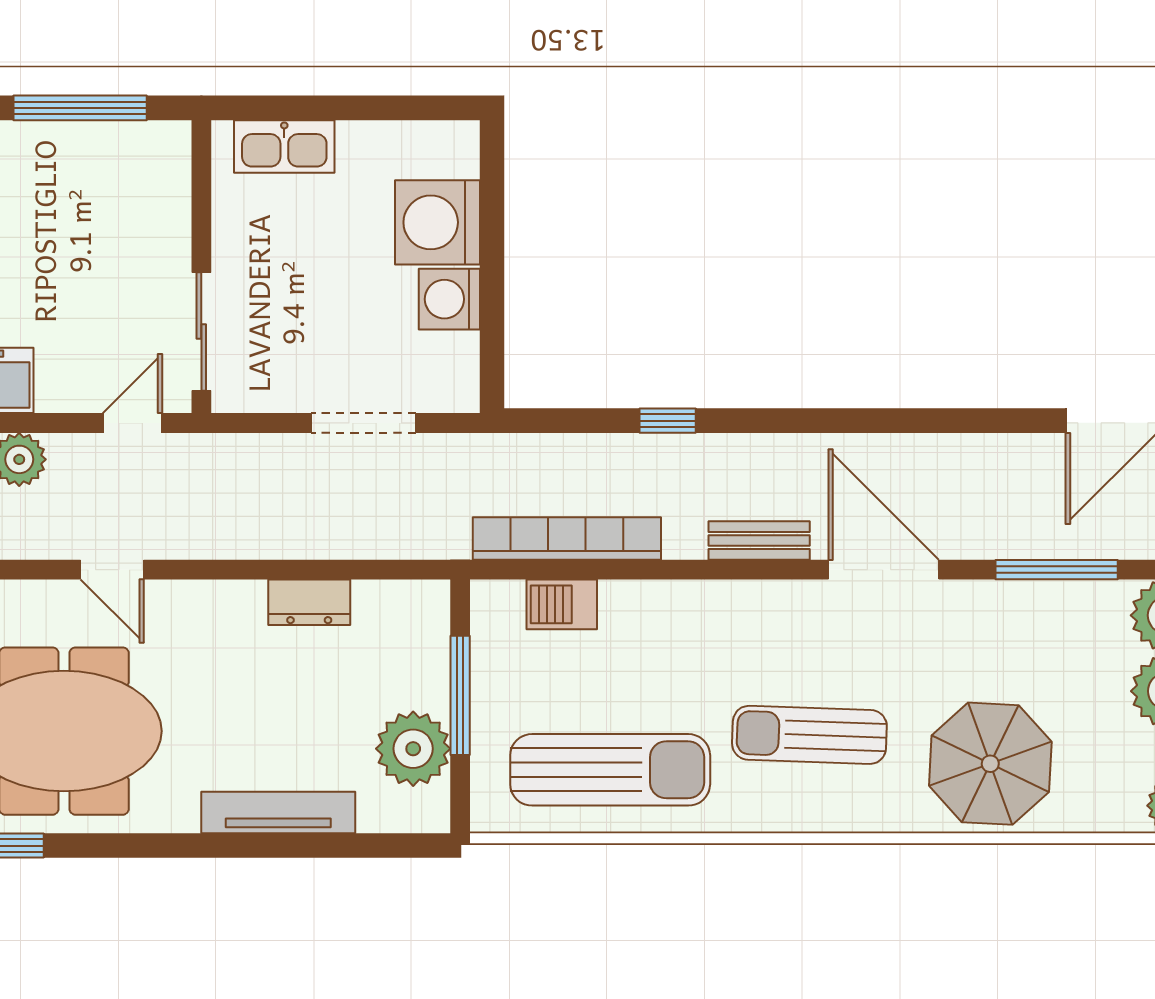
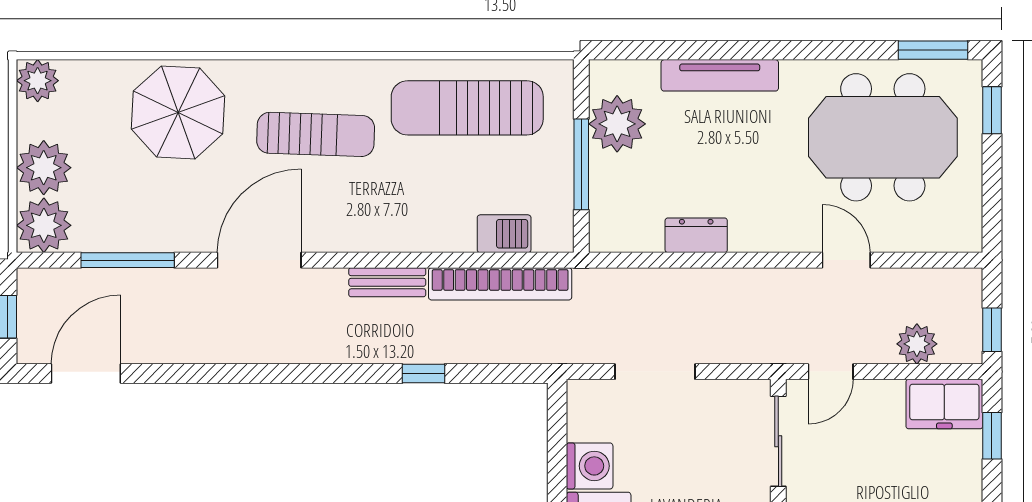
bench: (759, 540) -> (387, 282), moved
door: (884, 570) -> (259, 260), swing flipped

